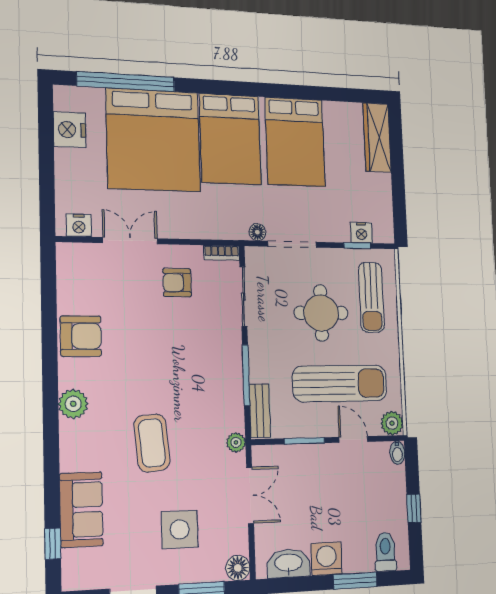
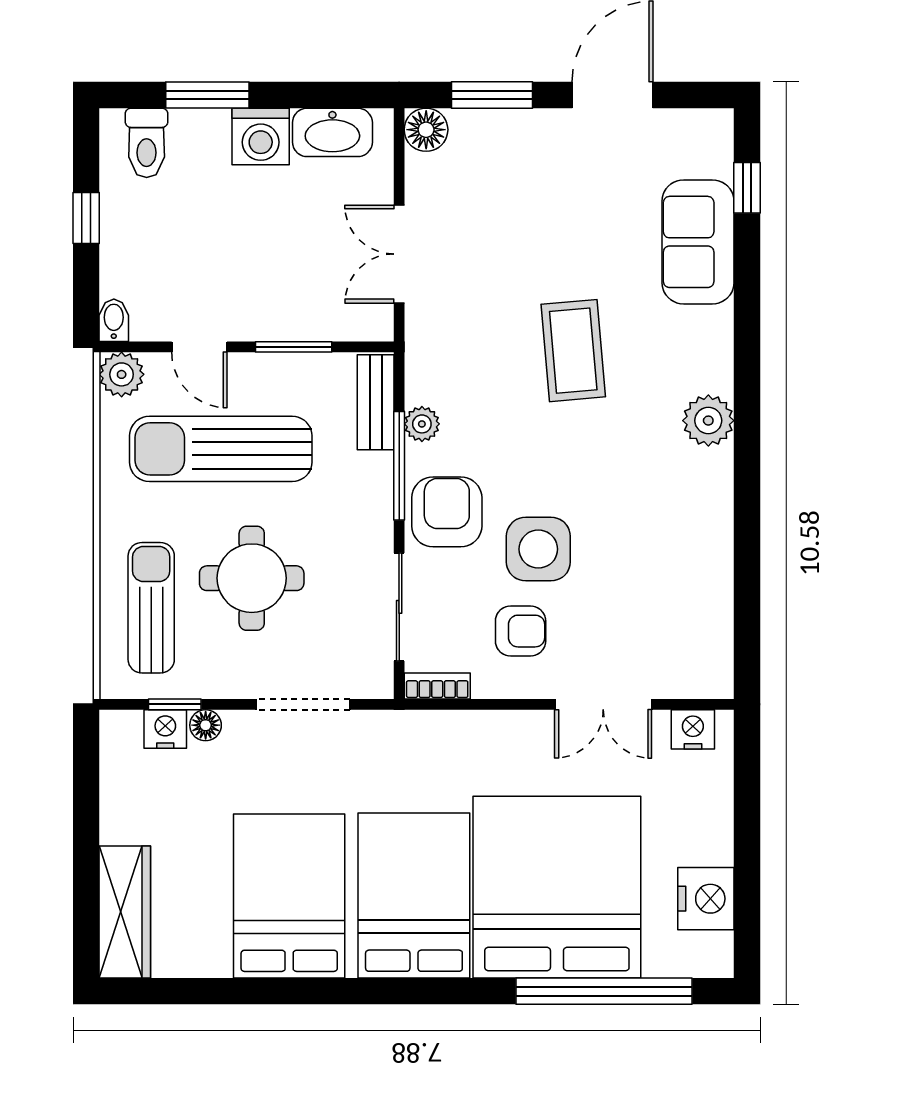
floor lamp: (257, 232) -> (206, 725), moved
armchair: (81, 336) -> (447, 512), moved, turned 90
plant: (236, 442) -> (422, 424), moved
side table: (180, 529) -> (538, 549), moved

